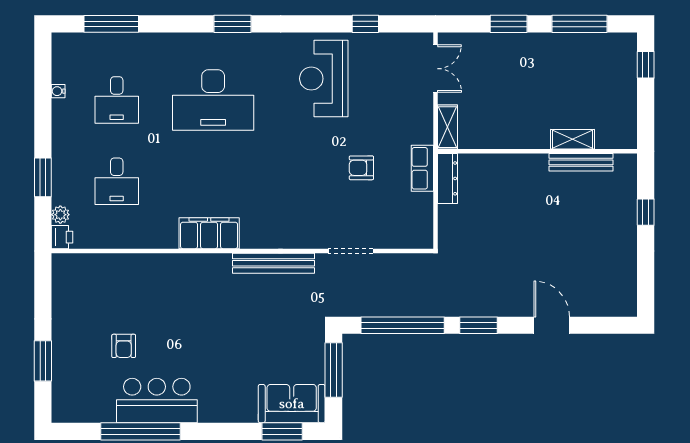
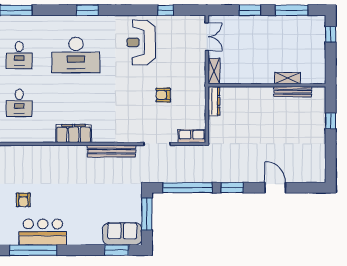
row of seats: (422, 168) -> (192, 136), moved, turned 90

